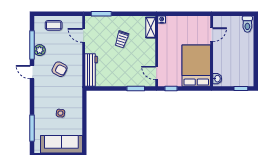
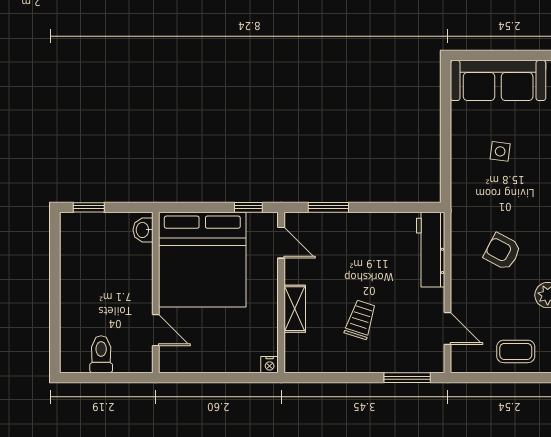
toilet: (247, 24) -> (101, 354), moved
shelving: (151, 27) -> (295, 309), moved
door: (212, 35) -> (156, 330), swing flipped
bed: (196, 66) -> (202, 260), width x1.36

